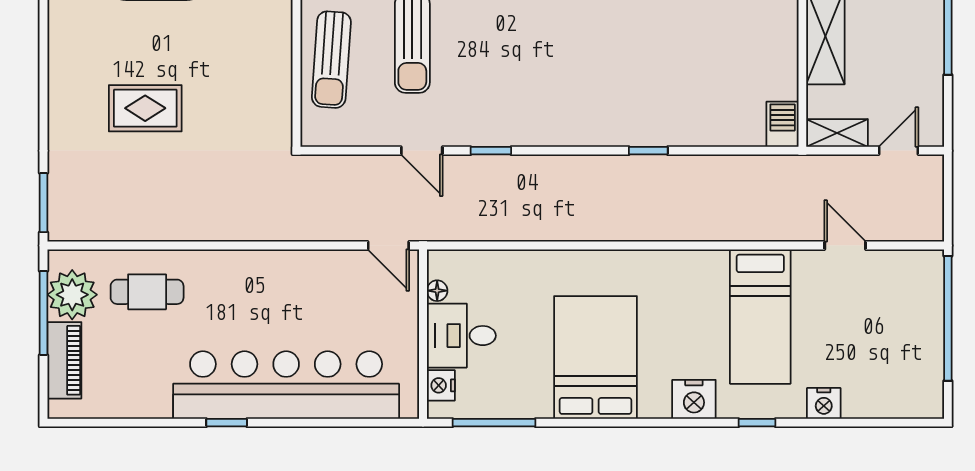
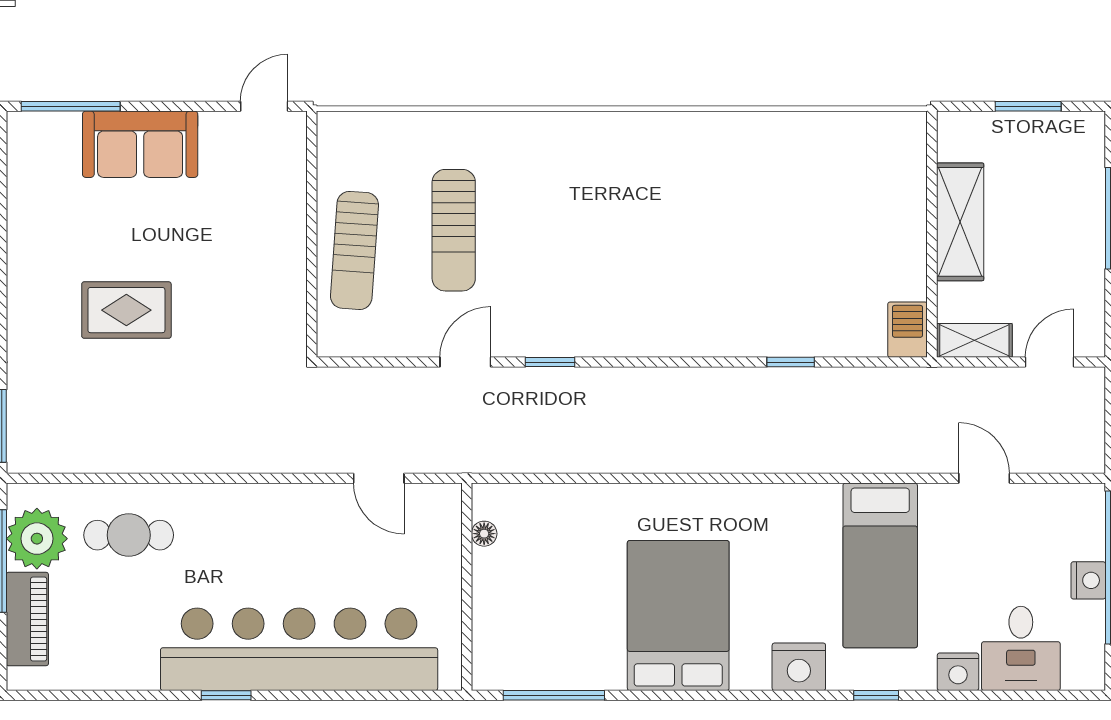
door: (422, 151) -> (465, 362), swing flipped
window: (648, 151) -> (791, 362), moved
door: (388, 246) -> (379, 478), moved
desk: (461, 336) -> (1021, 648), moved, turned -90
nightstand: (441, 385) -> (1088, 580), moved, turned 180

